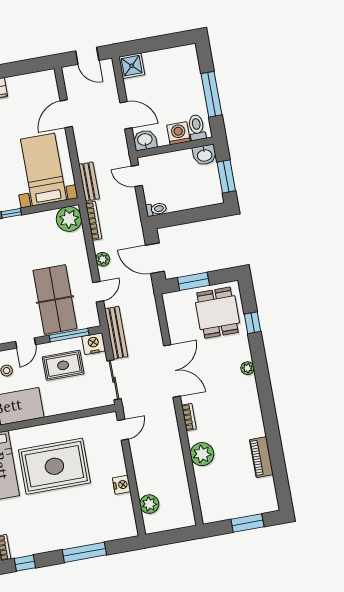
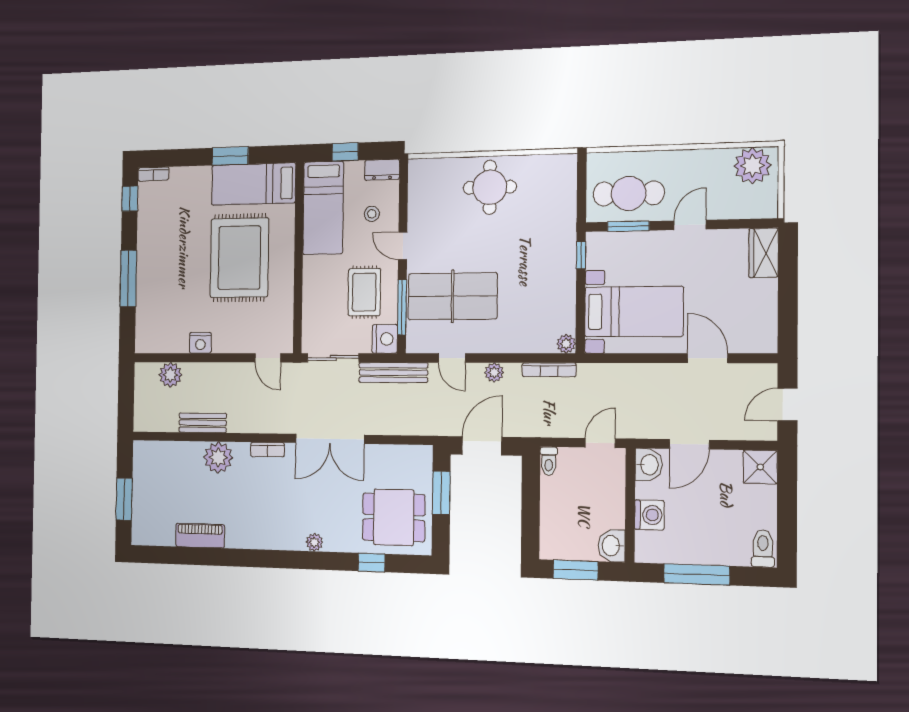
toilet: (197, 127) -> (763, 548), moved, turned -90
bench: (89, 182) -> (203, 423), moved
plant: (69, 219) -> (566, 344), width x0.53, depth x0.53

